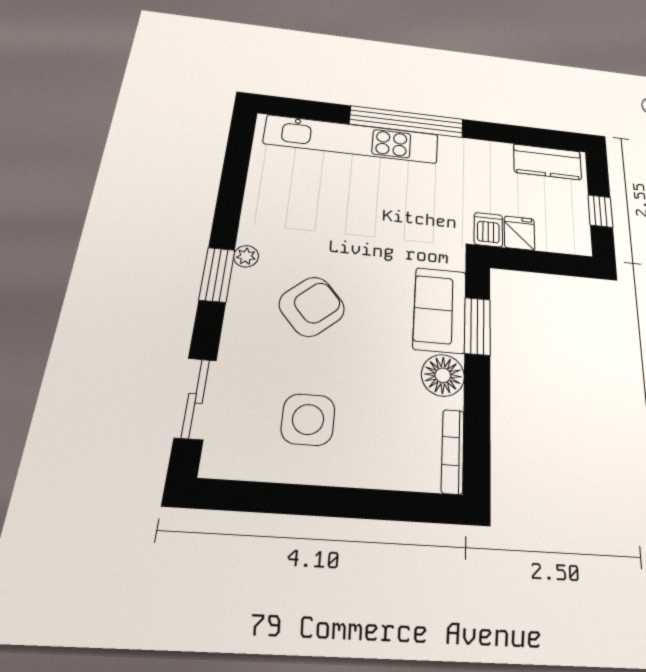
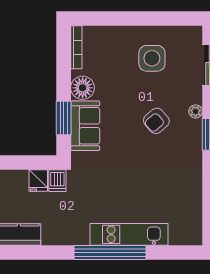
kitchen unit: (352, 139) -> (129, 234), width x0.73
plant: (246, 256) -> (196, 111), moved
armchair: (312, 307) -> (156, 121), width x0.72, depth x0.72

